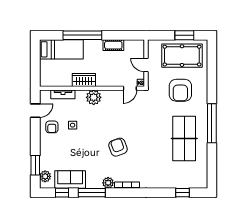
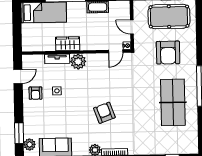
tv unit: (63, 94) -> (57, 59), moved

